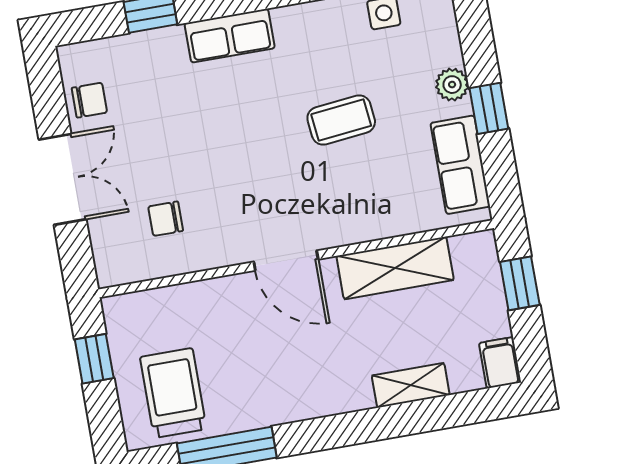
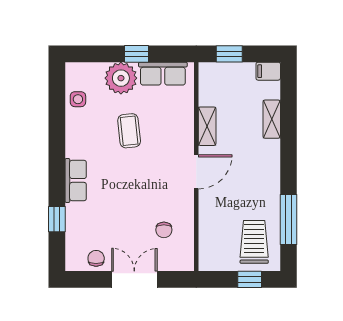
plant: (452, 85) -> (121, 78), width x1.87, depth x1.87
shelving: (395, 268) -> (207, 126), width x0.67, depth x0.75
window: (94, 359) -> (250, 279), moved
trolley: (173, 393) -> (254, 242), turned 90

